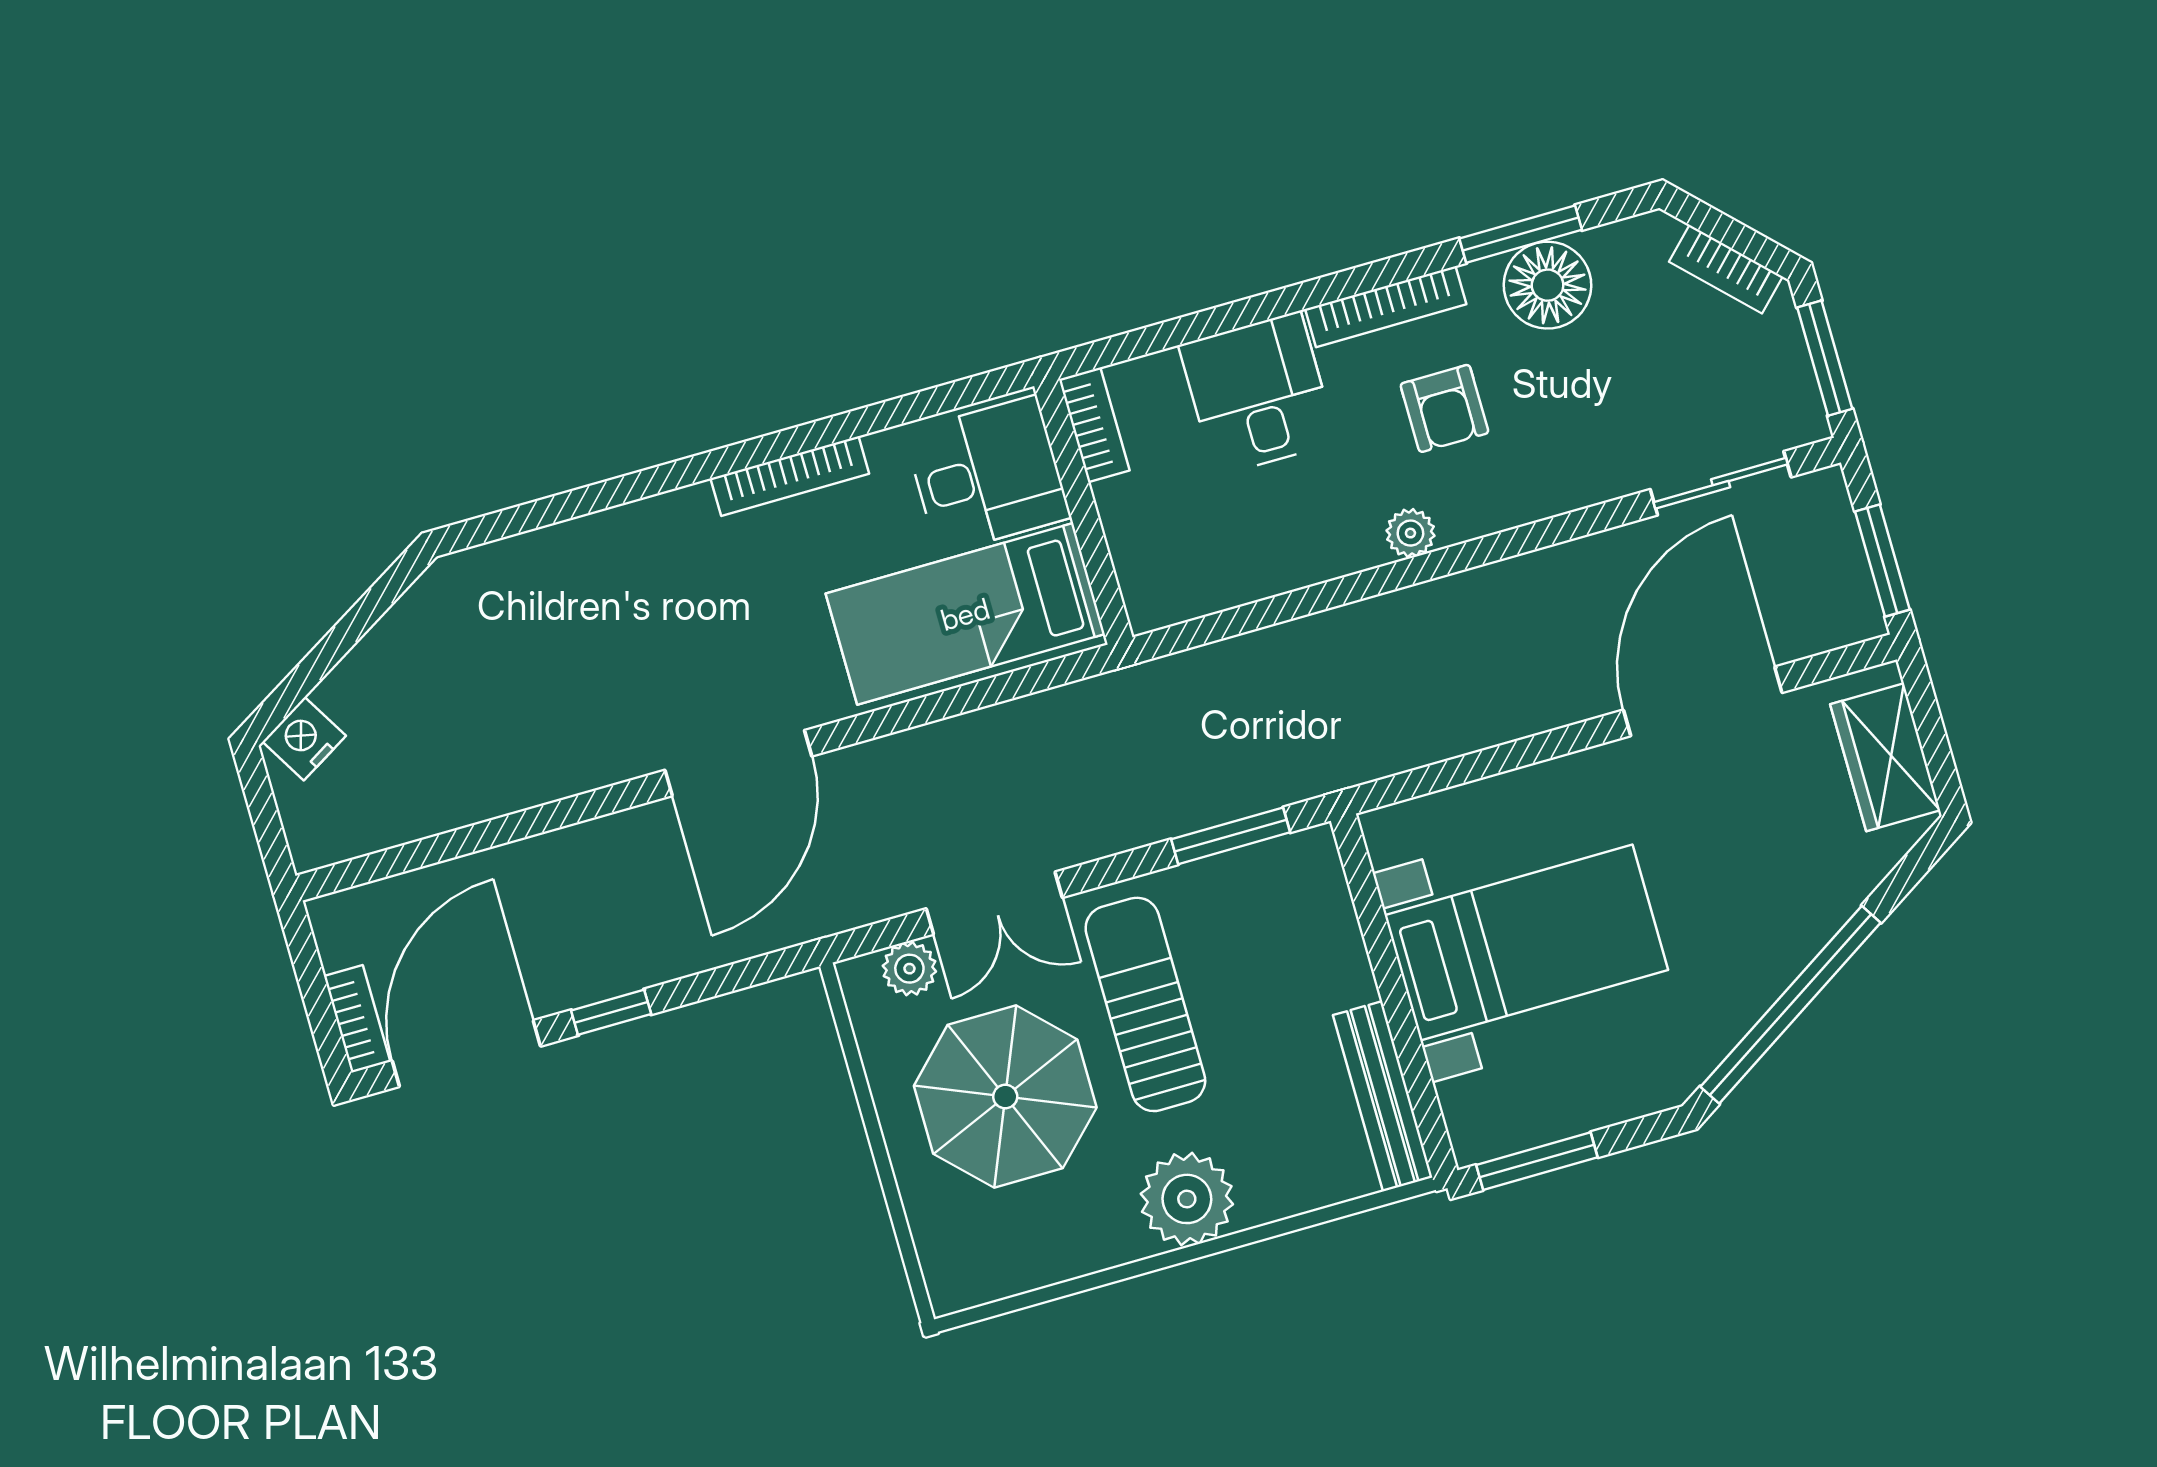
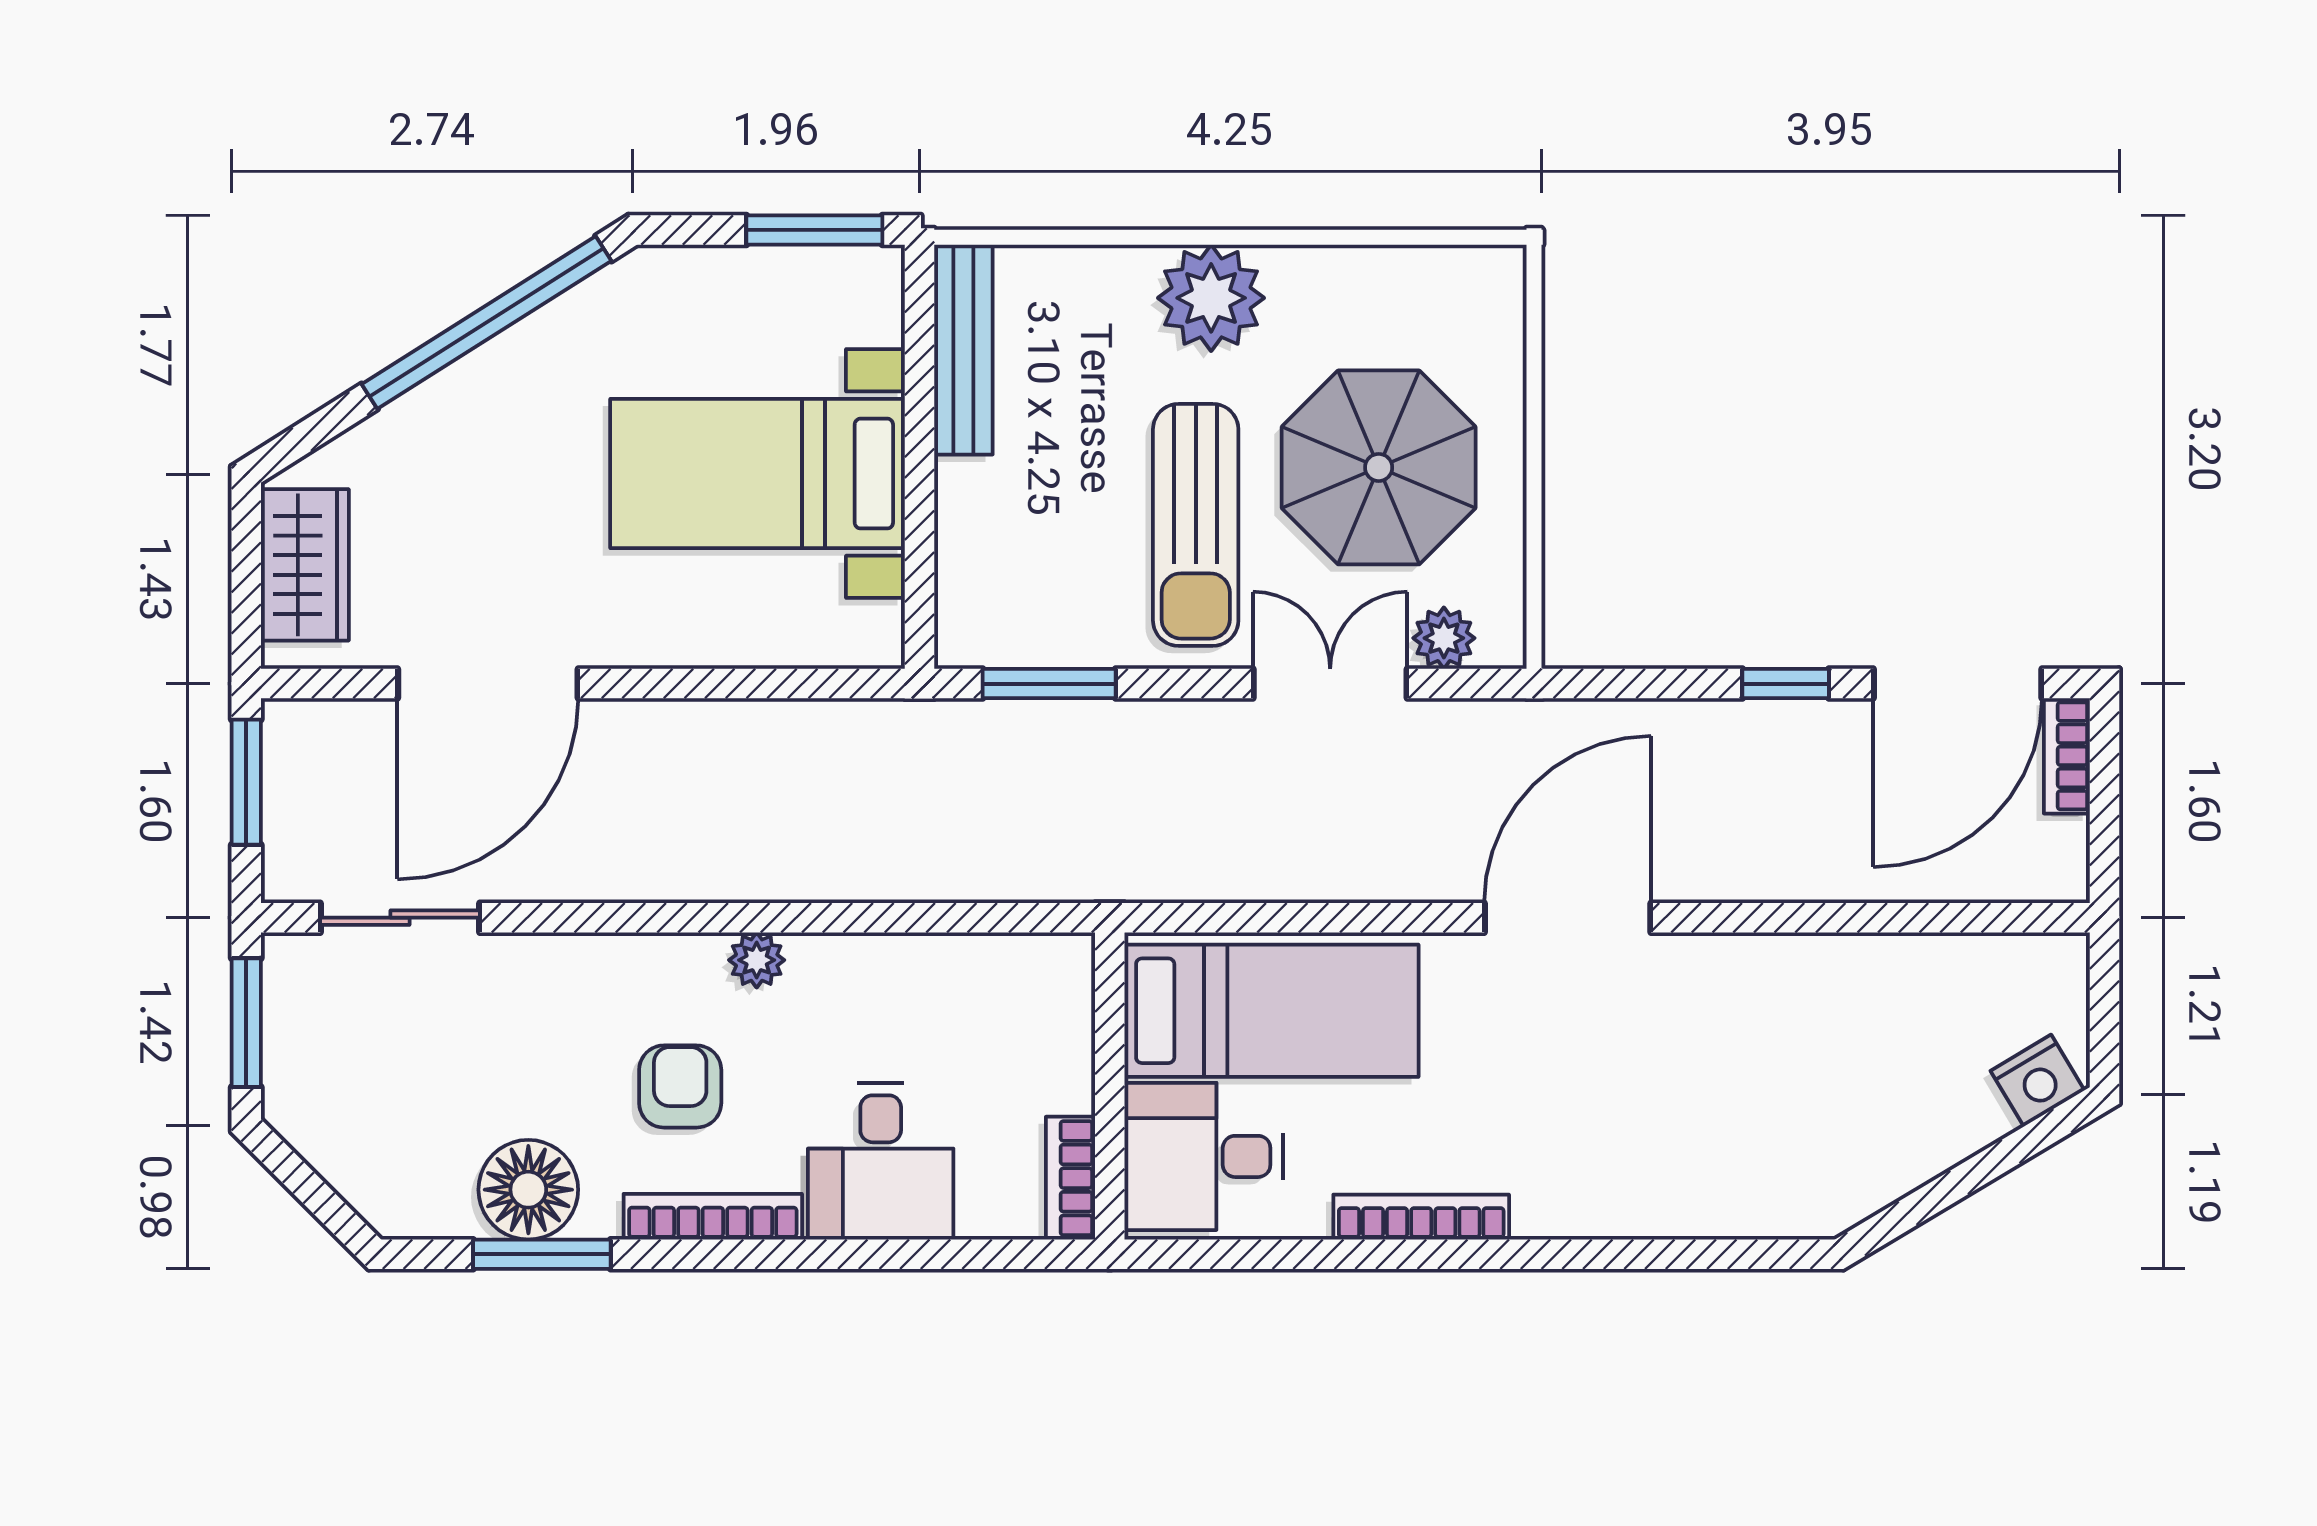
bookcase: (1726, 269) -> (327, 1151), removed

